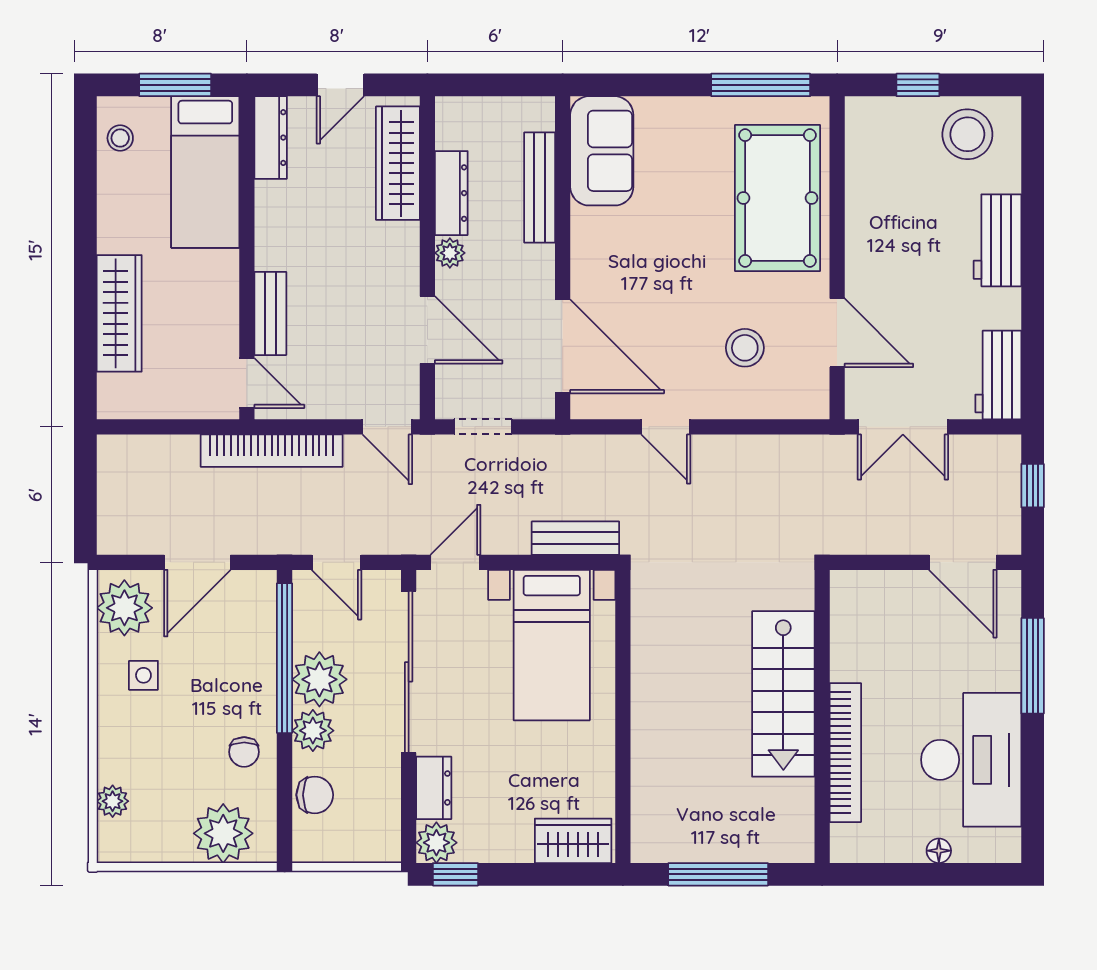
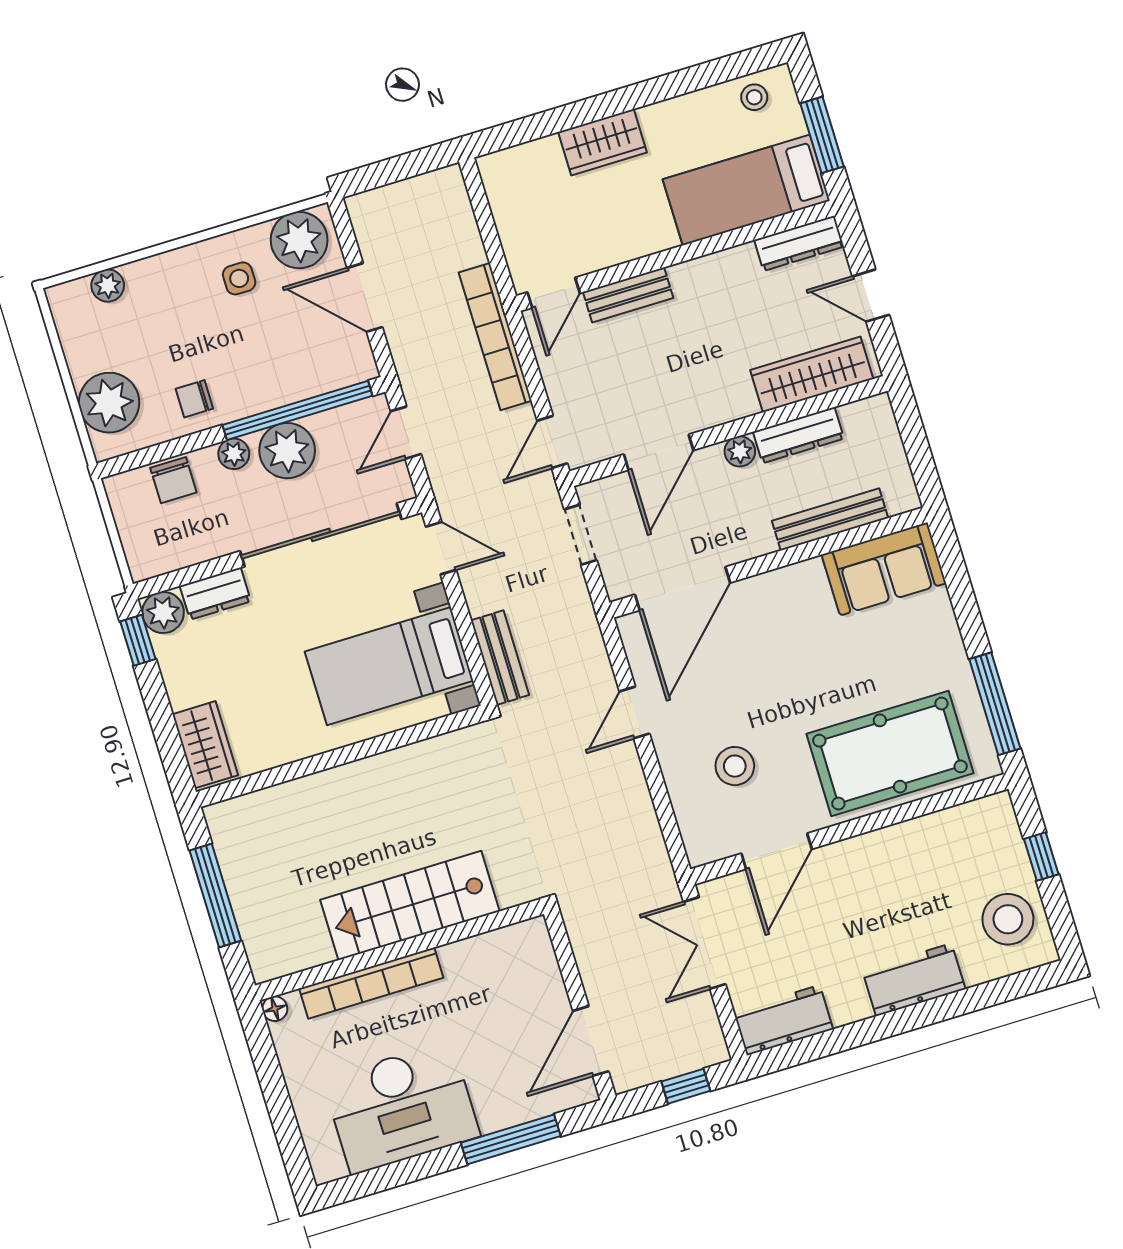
wardrobe: (119, 313) -> (602, 142), width x0.67
plant: (313, 731) -> (234, 454), width x0.73, depth x0.73
floor lamp: (939, 851) -> (275, 1009), moved

